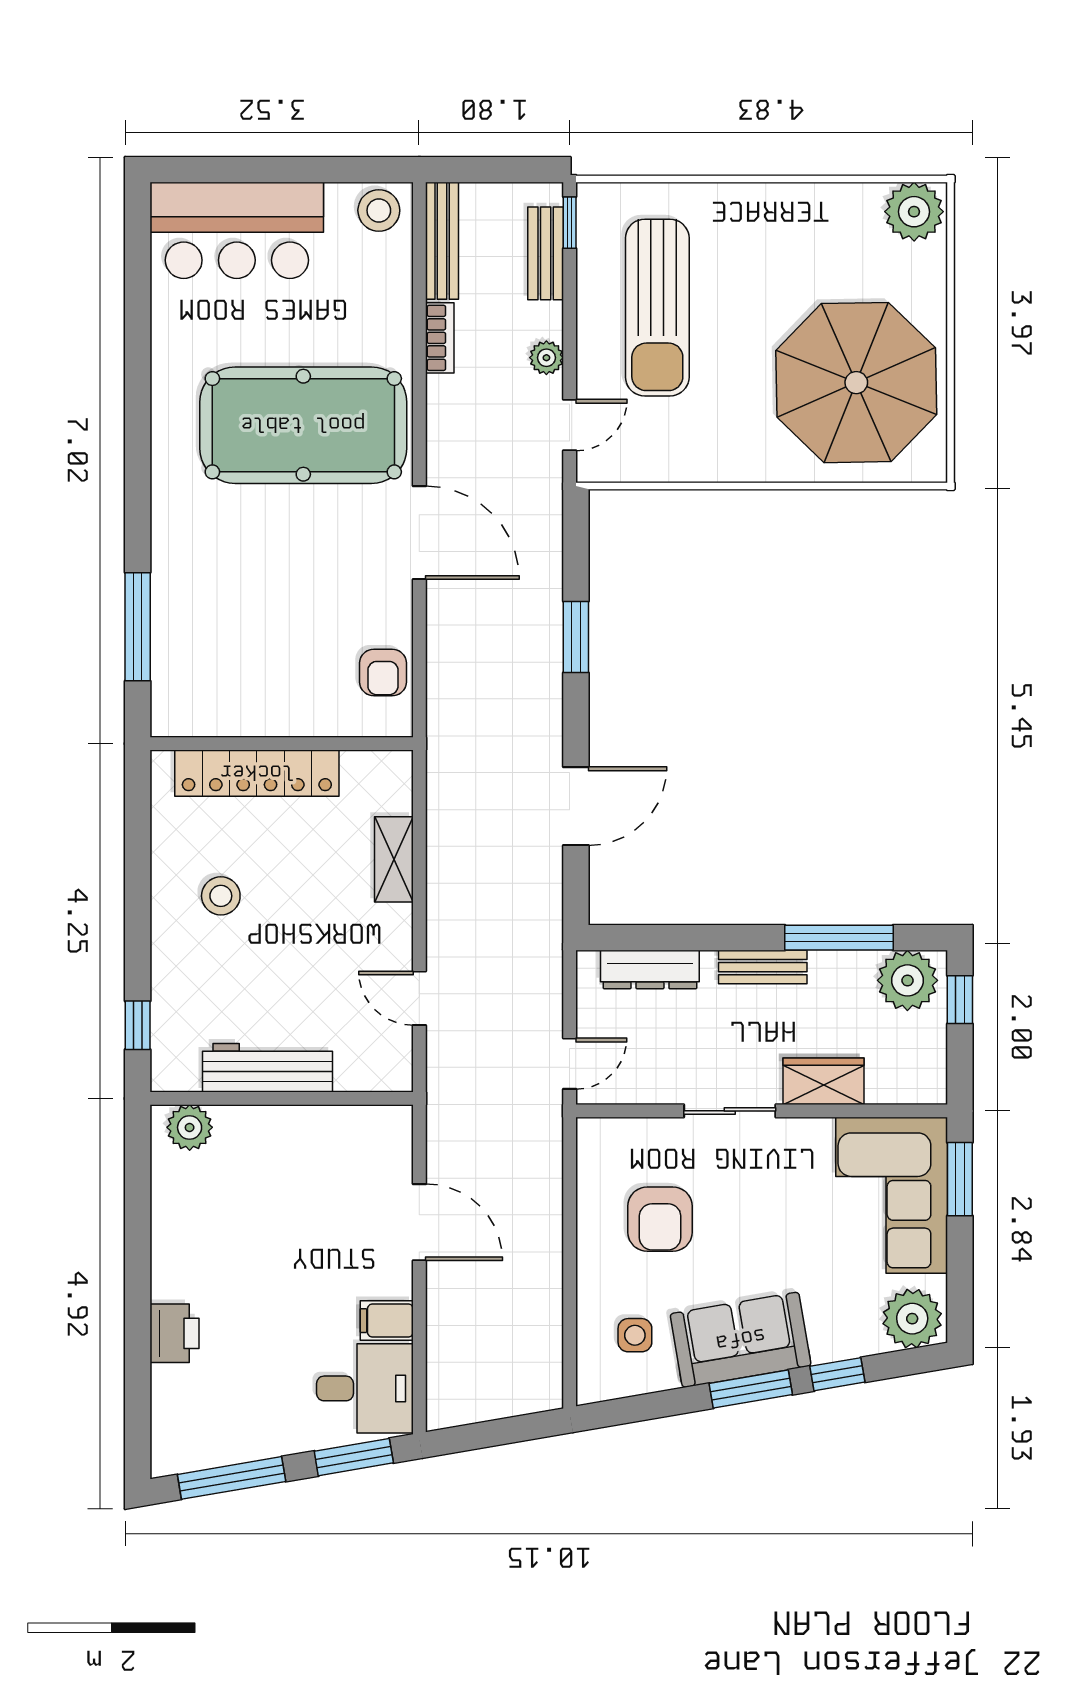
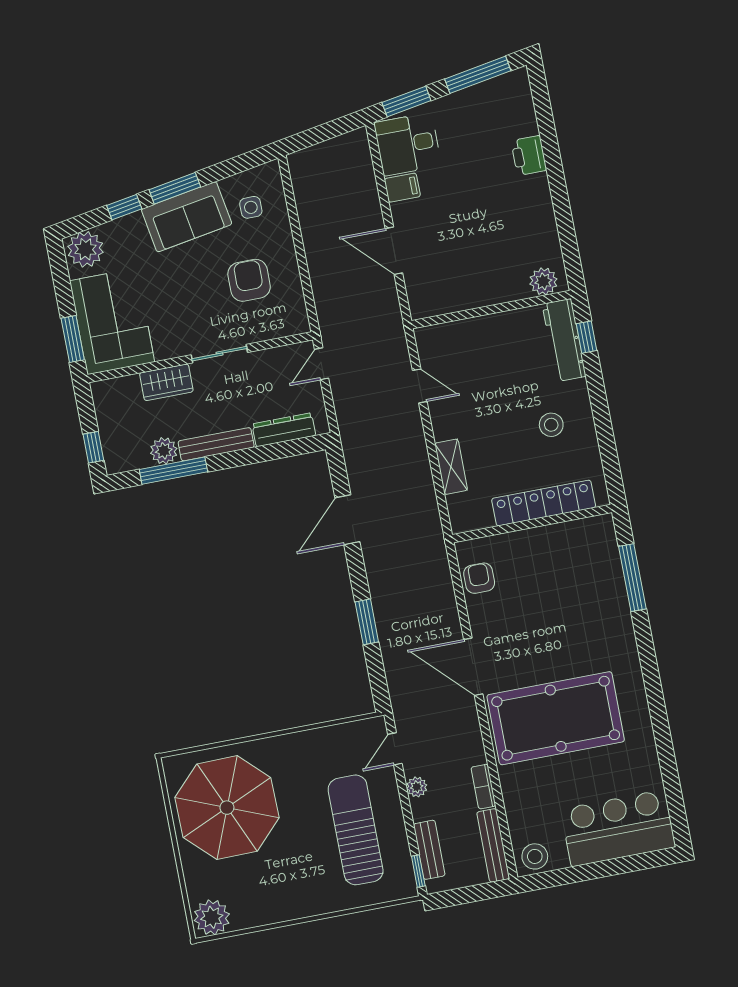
bench: (763, 967) -> (216, 444), width x1.36
plant: (907, 980) -> (164, 451), moved, width x0.73, depth x0.73
workbench: (268, 1068) -> (564, 340), moved, turned 90

